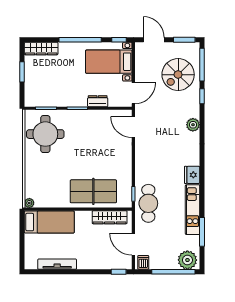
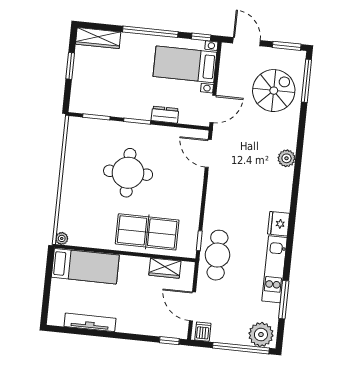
spiral stairs: (178, 75) -> (274, 91), turned 180
window: (202, 96) -> (302, 122), removed
round table: (45, 134) -> (128, 173), moved
wardrobe: (110, 217) -> (165, 268), width x0.67

